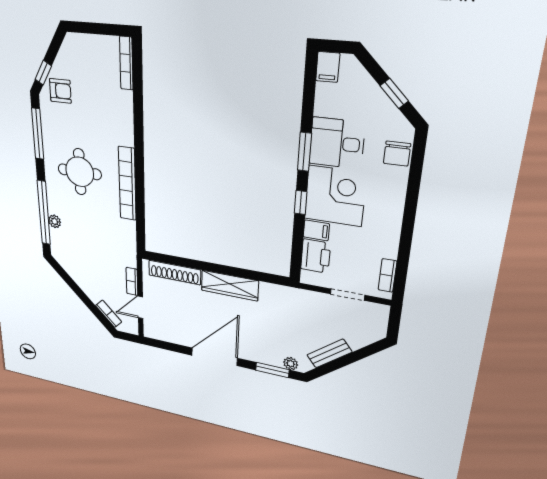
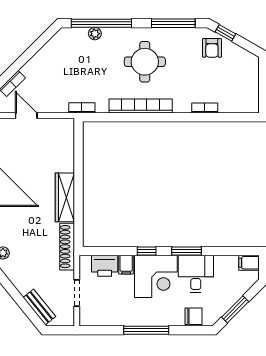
bookcase: (126, 63) -> (205, 108), moved, width x0.64
window: (394, 93) -> (235, 309), width x1.50
chair: (397, 154) -> (194, 316), turned 180
window: (409, 219) -> (146, 330), added
shoe rack: (175, 273) -> (67, 247), moved
bookcase: (387, 275) -> (99, 321), removed
bookcase: (132, 281) -> (82, 108), moved
bench: (329, 353) -> (39, 307), moved

